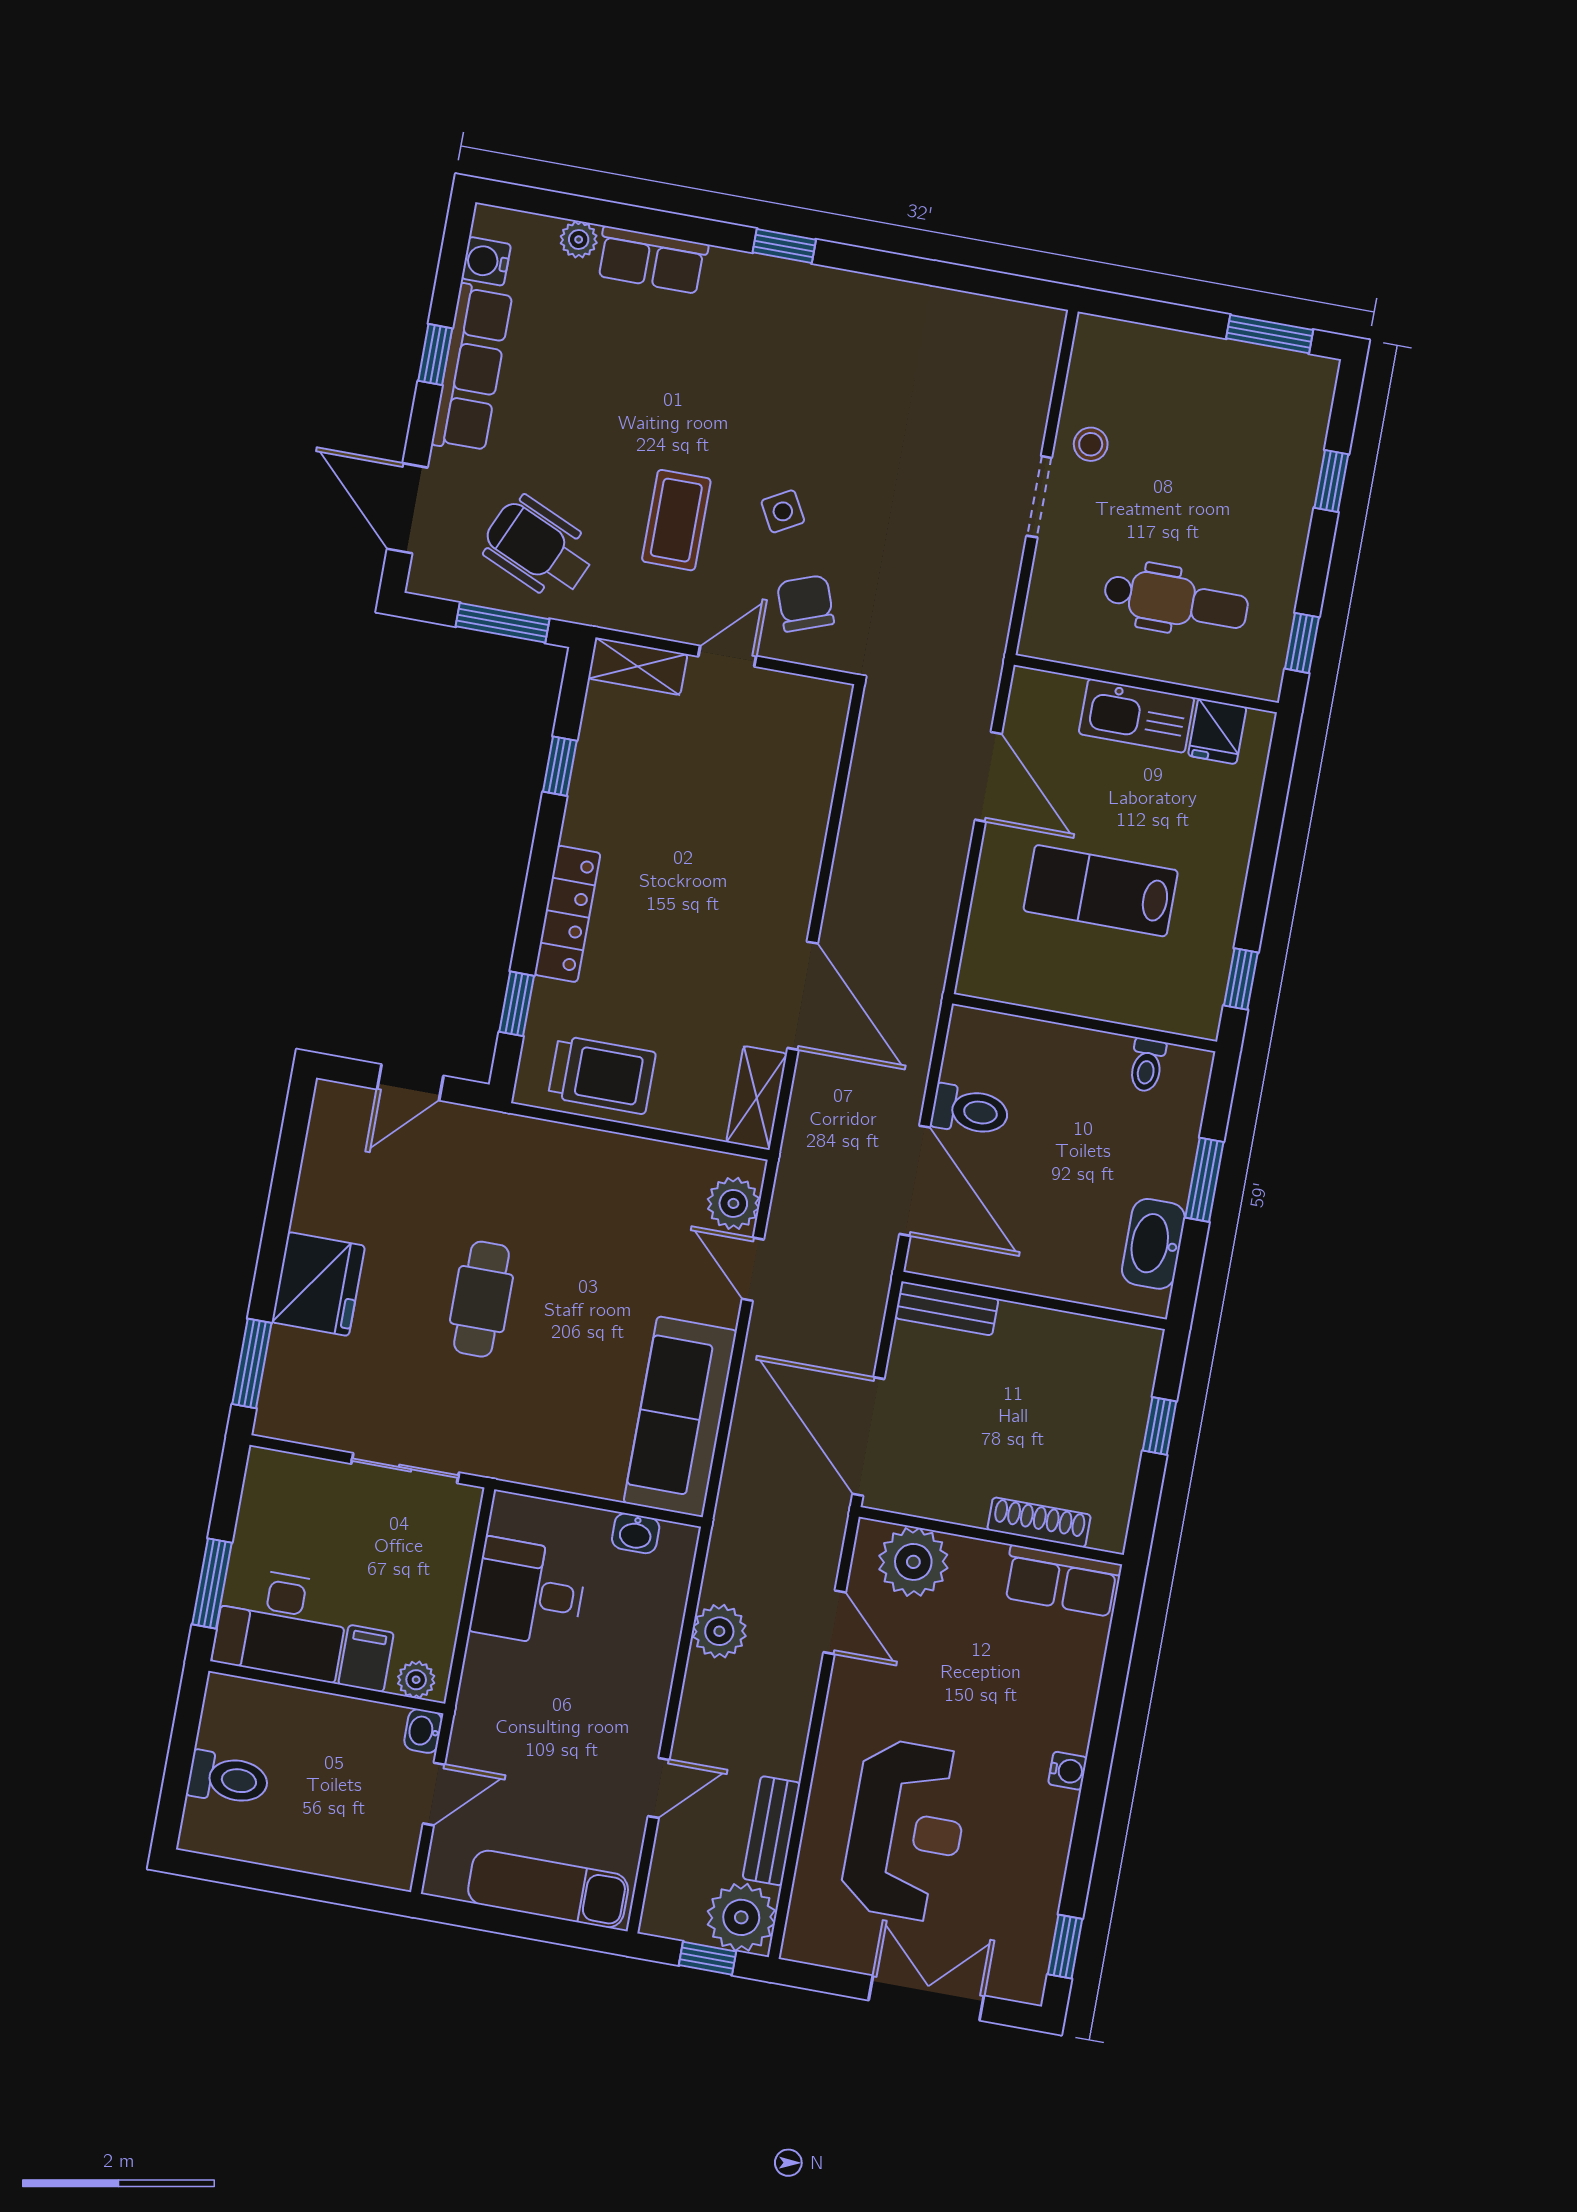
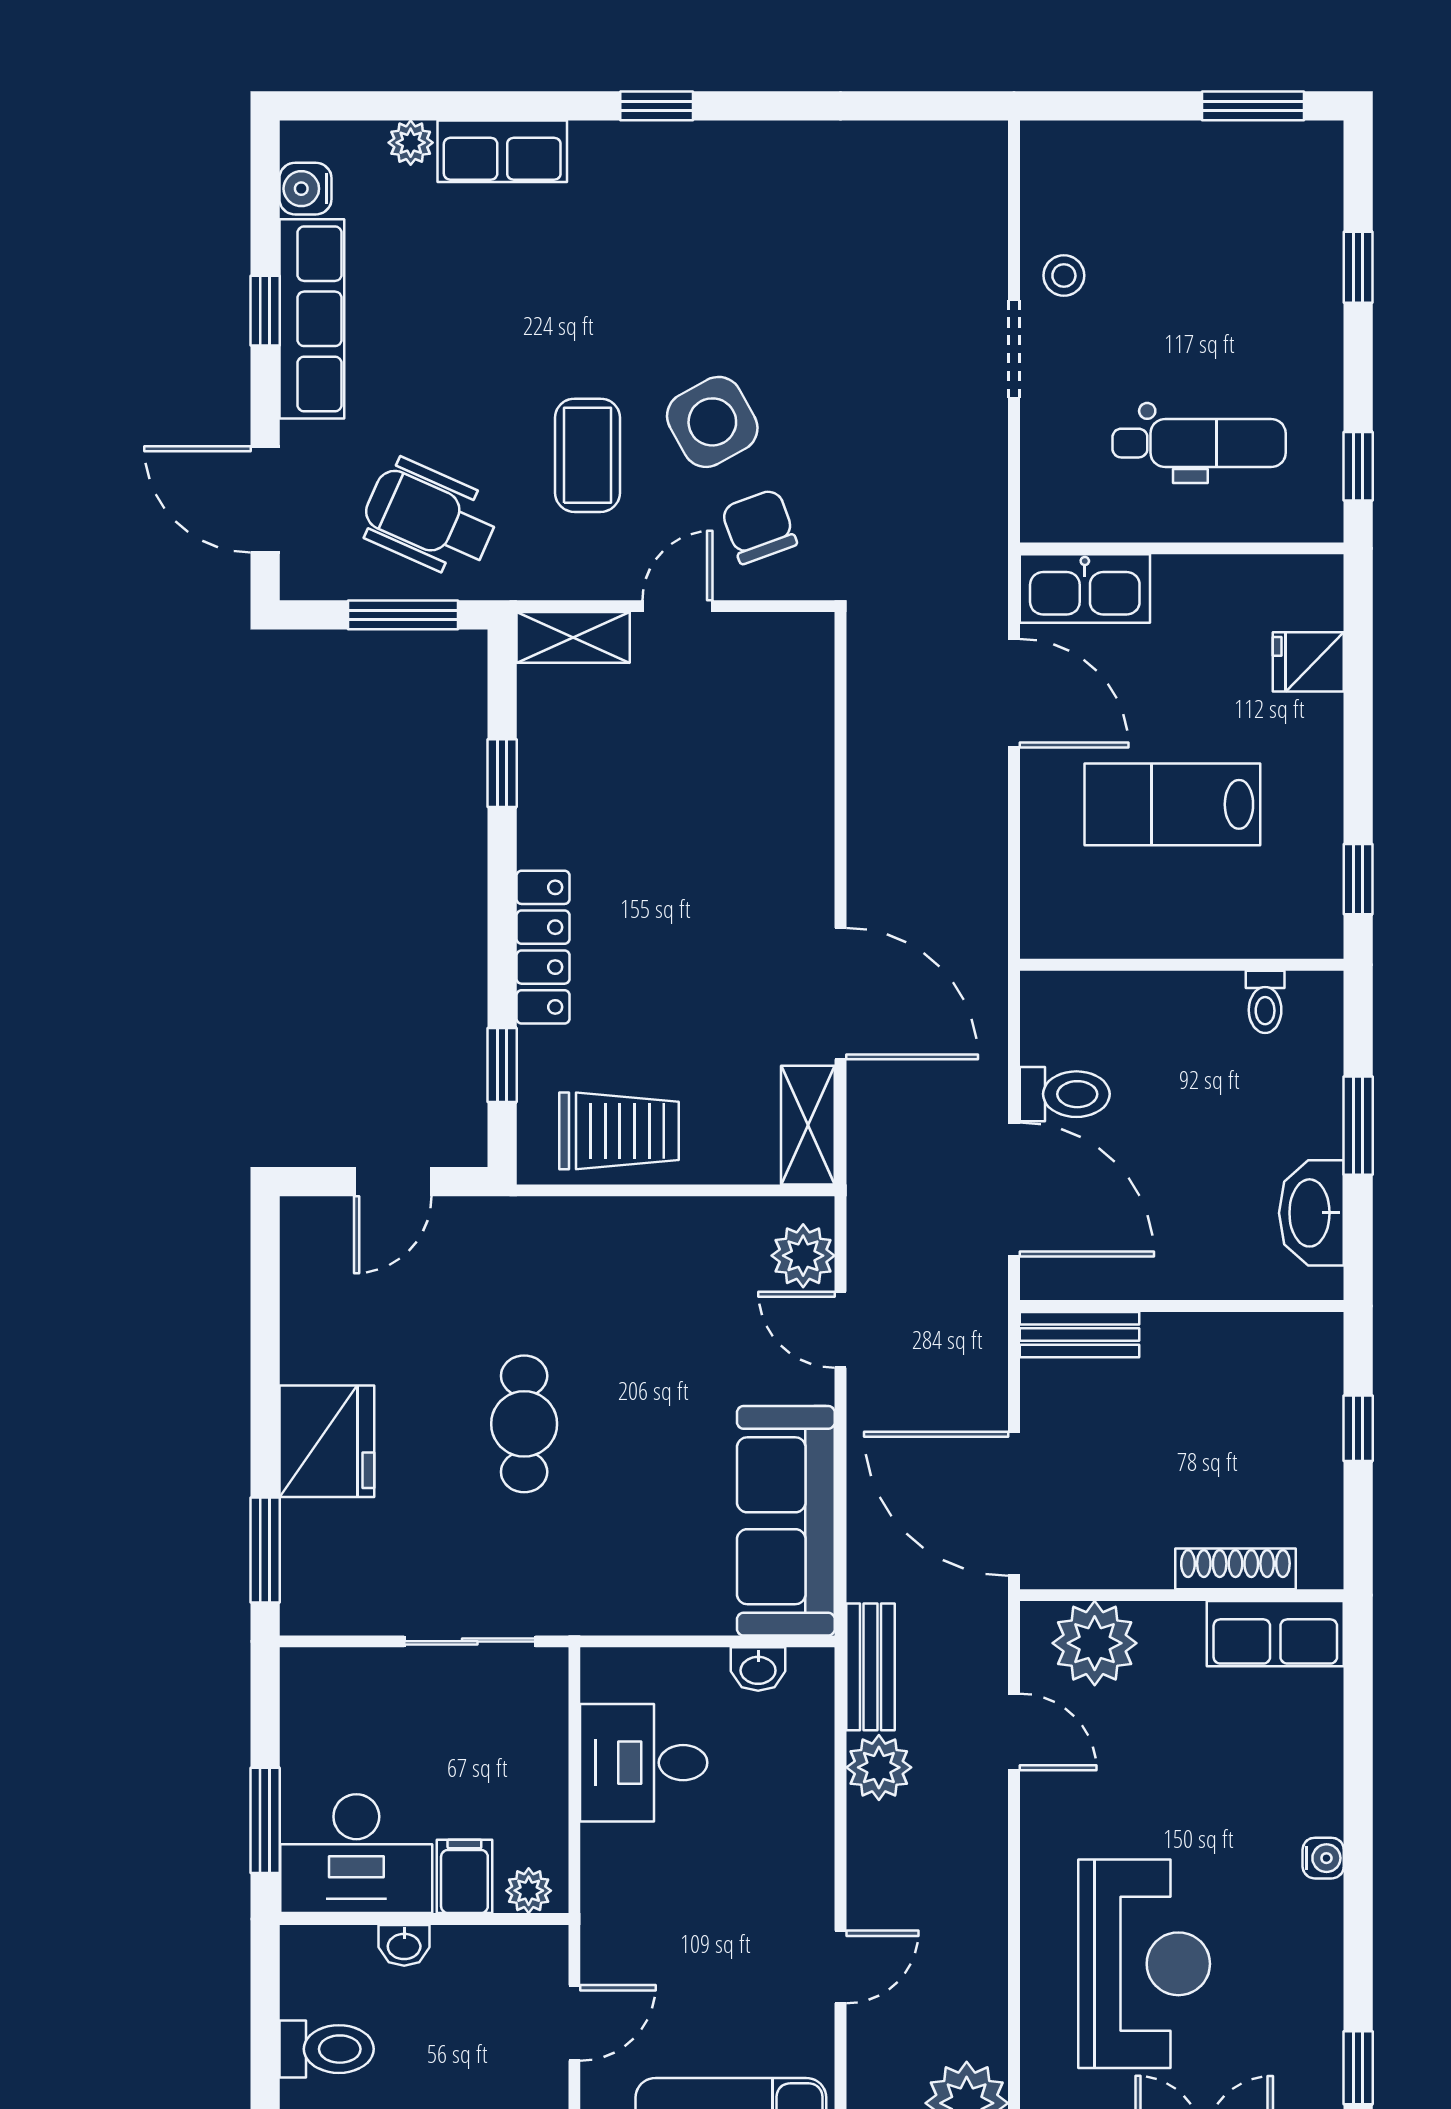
side table: (783, 511) -> (712, 422), width x1.87, depth x1.87
kitchen sink: (1136, 716) -> (1085, 588), moved
fridge: (1217, 731) -> (1308, 662), moved, turned 90
washbasin: (423, 1731) -> (404, 1945), moved, turned -90
bench: (772, 1831) -> (870, 1667), moved

